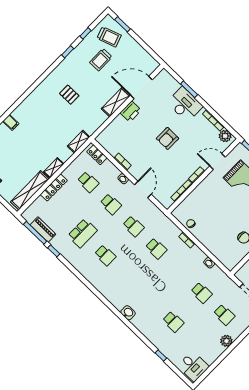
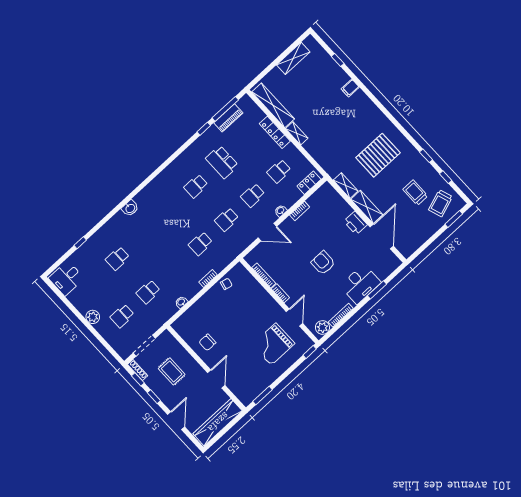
pallet: (69, 95) -> (378, 155), width x2.05, depth x2.00
shelving: (79, 142) -> (346, 186), moved

